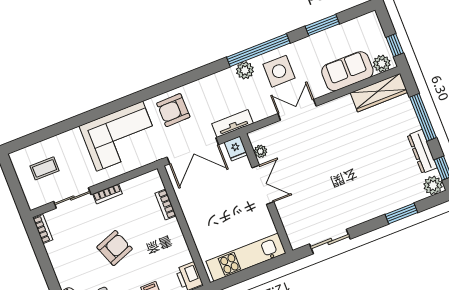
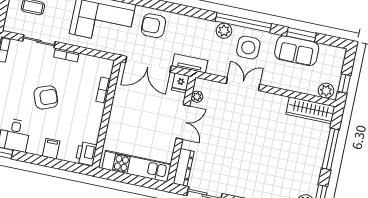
sofa: (347, 71) -> (297, 51), moved, turned 180
dresser: (422, 151) -> (184, 167), moved, turned 180

